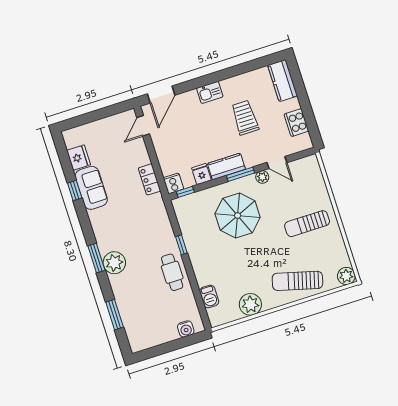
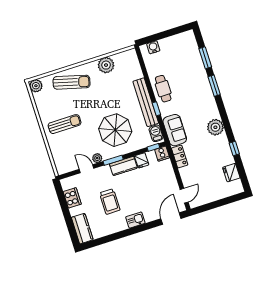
sofa: (91, 188) -> (175, 130), moved, turned 180
bench: (196, 254) -> (146, 102), added
window: (96, 258) -> (214, 86), moved
plant: (114, 263) -> (215, 127), moved
barbecue: (209, 296) -> (156, 133), moved

